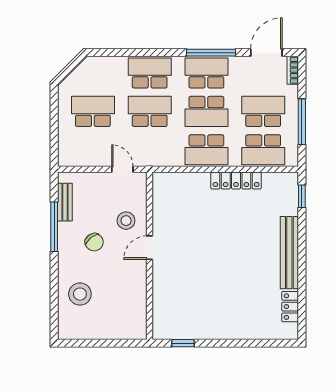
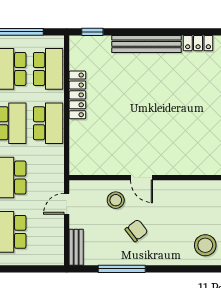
bench: (65, 202) -> (76, 247), moved, turned 90
stool: (80, 294) -> (205, 245), moved

